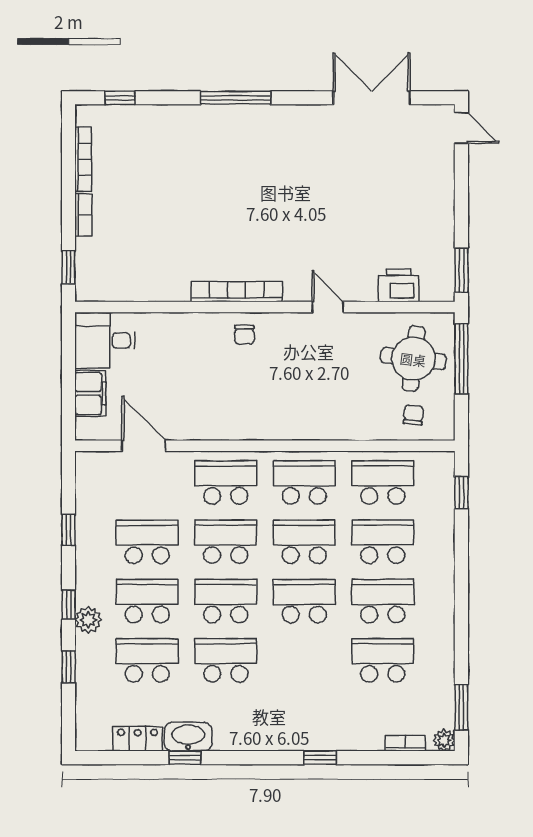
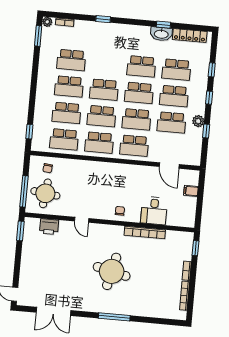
window: (120, 98) -> (166, 322), removed
round table: (250, 198) -> (112, 271), added
bookcase: (237, 292) -> (145, 233), moved
desk: (105, 341) -> (154, 211), moved, turned 90
filing cabinet: (90, 393) -> (191, 191), width x0.50
plant: (88, 620) -> (198, 121), moved
locker: (138, 739) -> (190, 36), width x1.53

